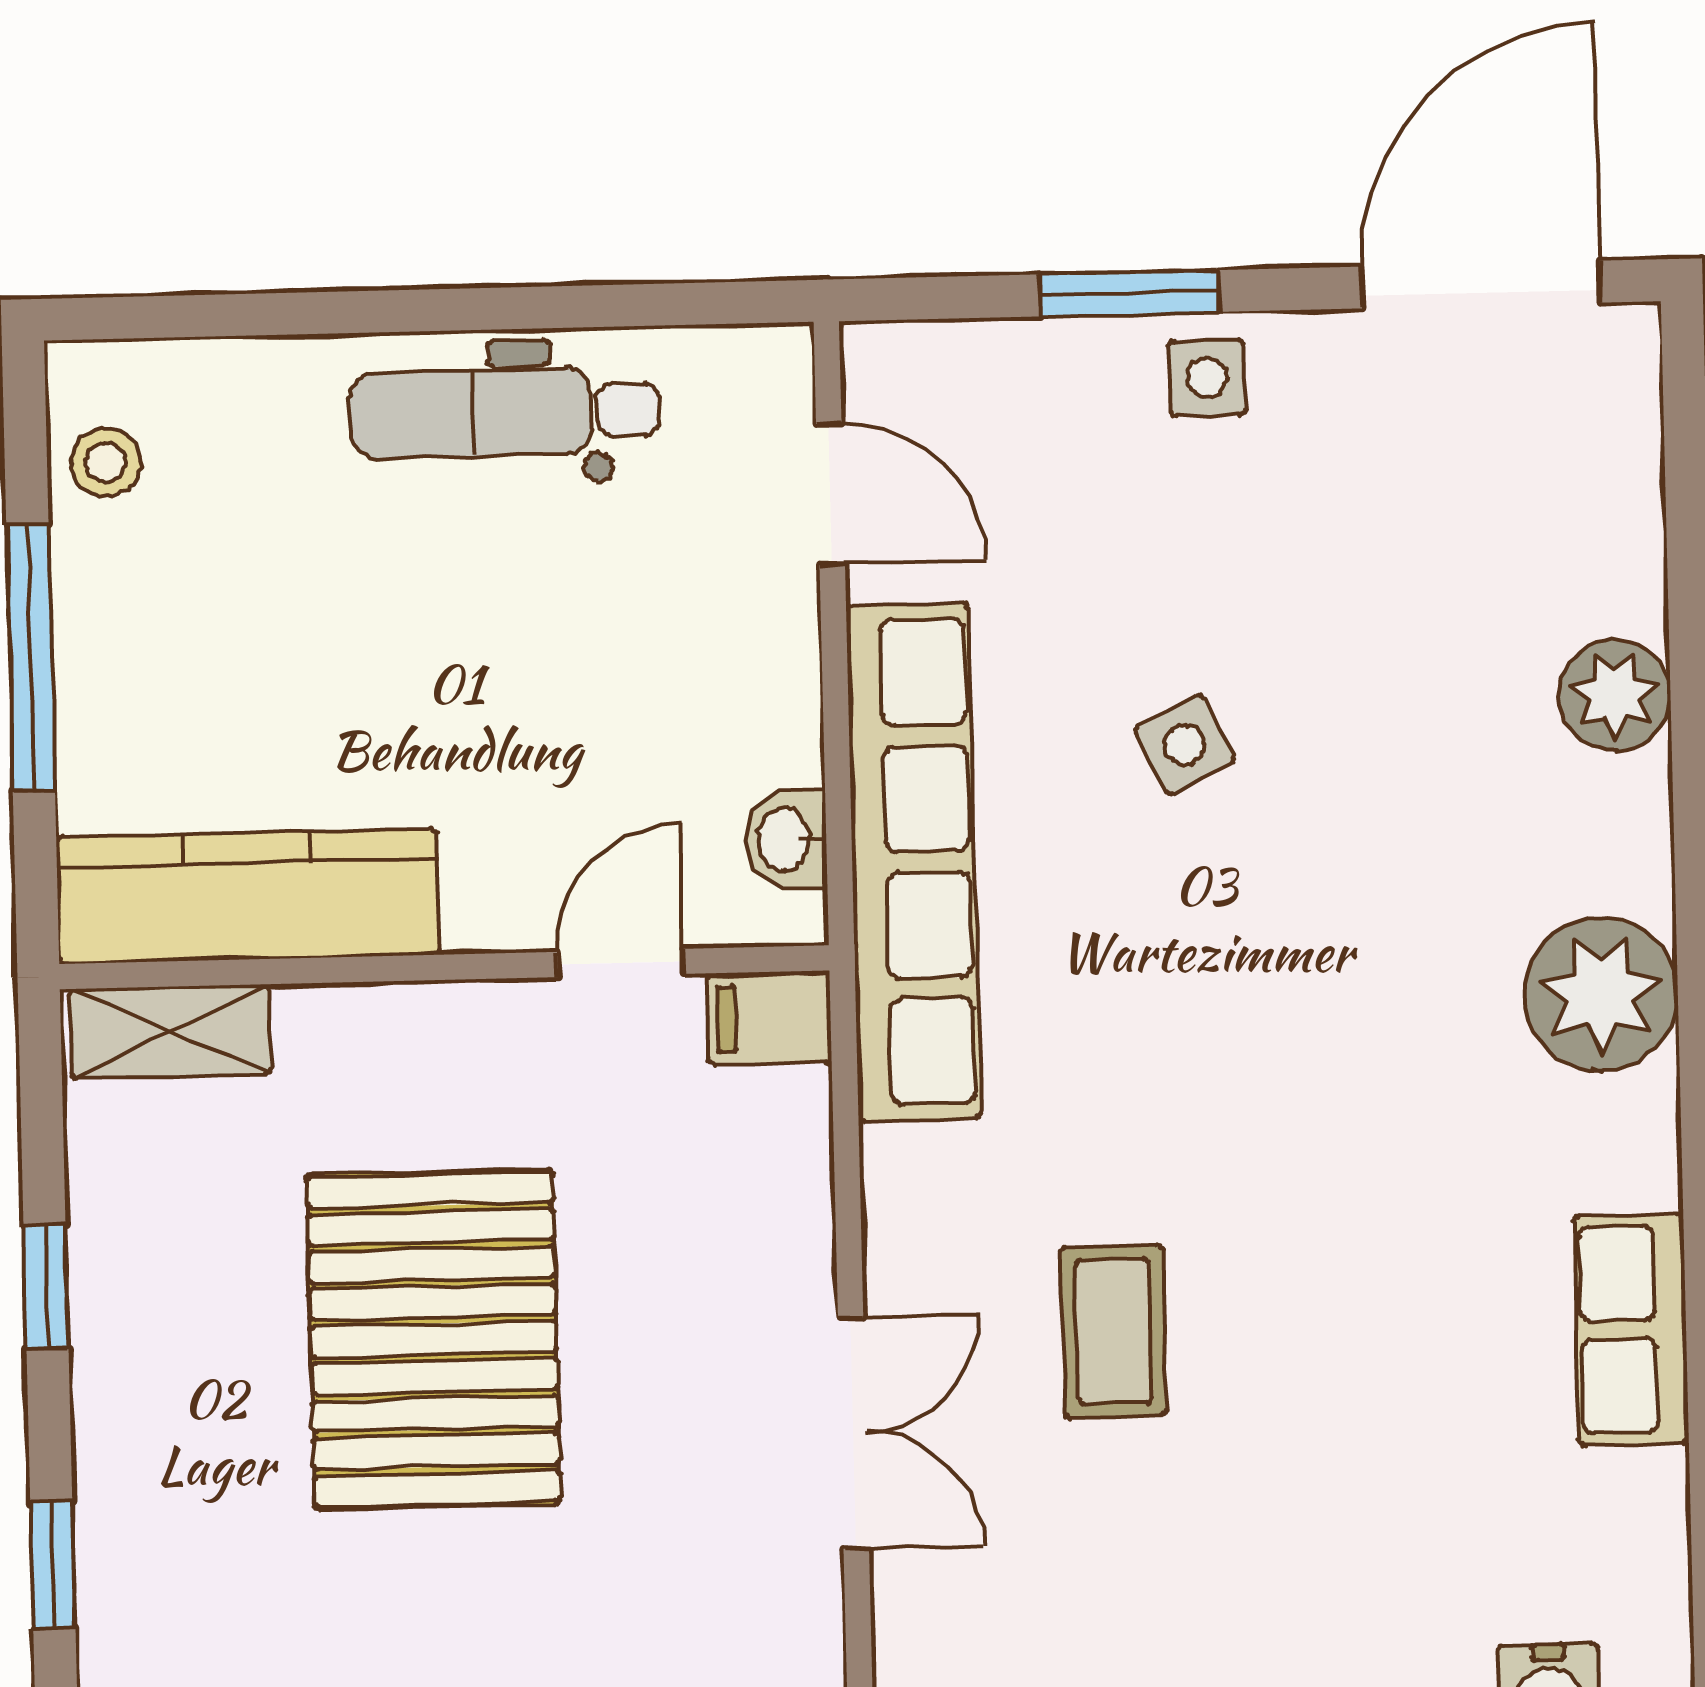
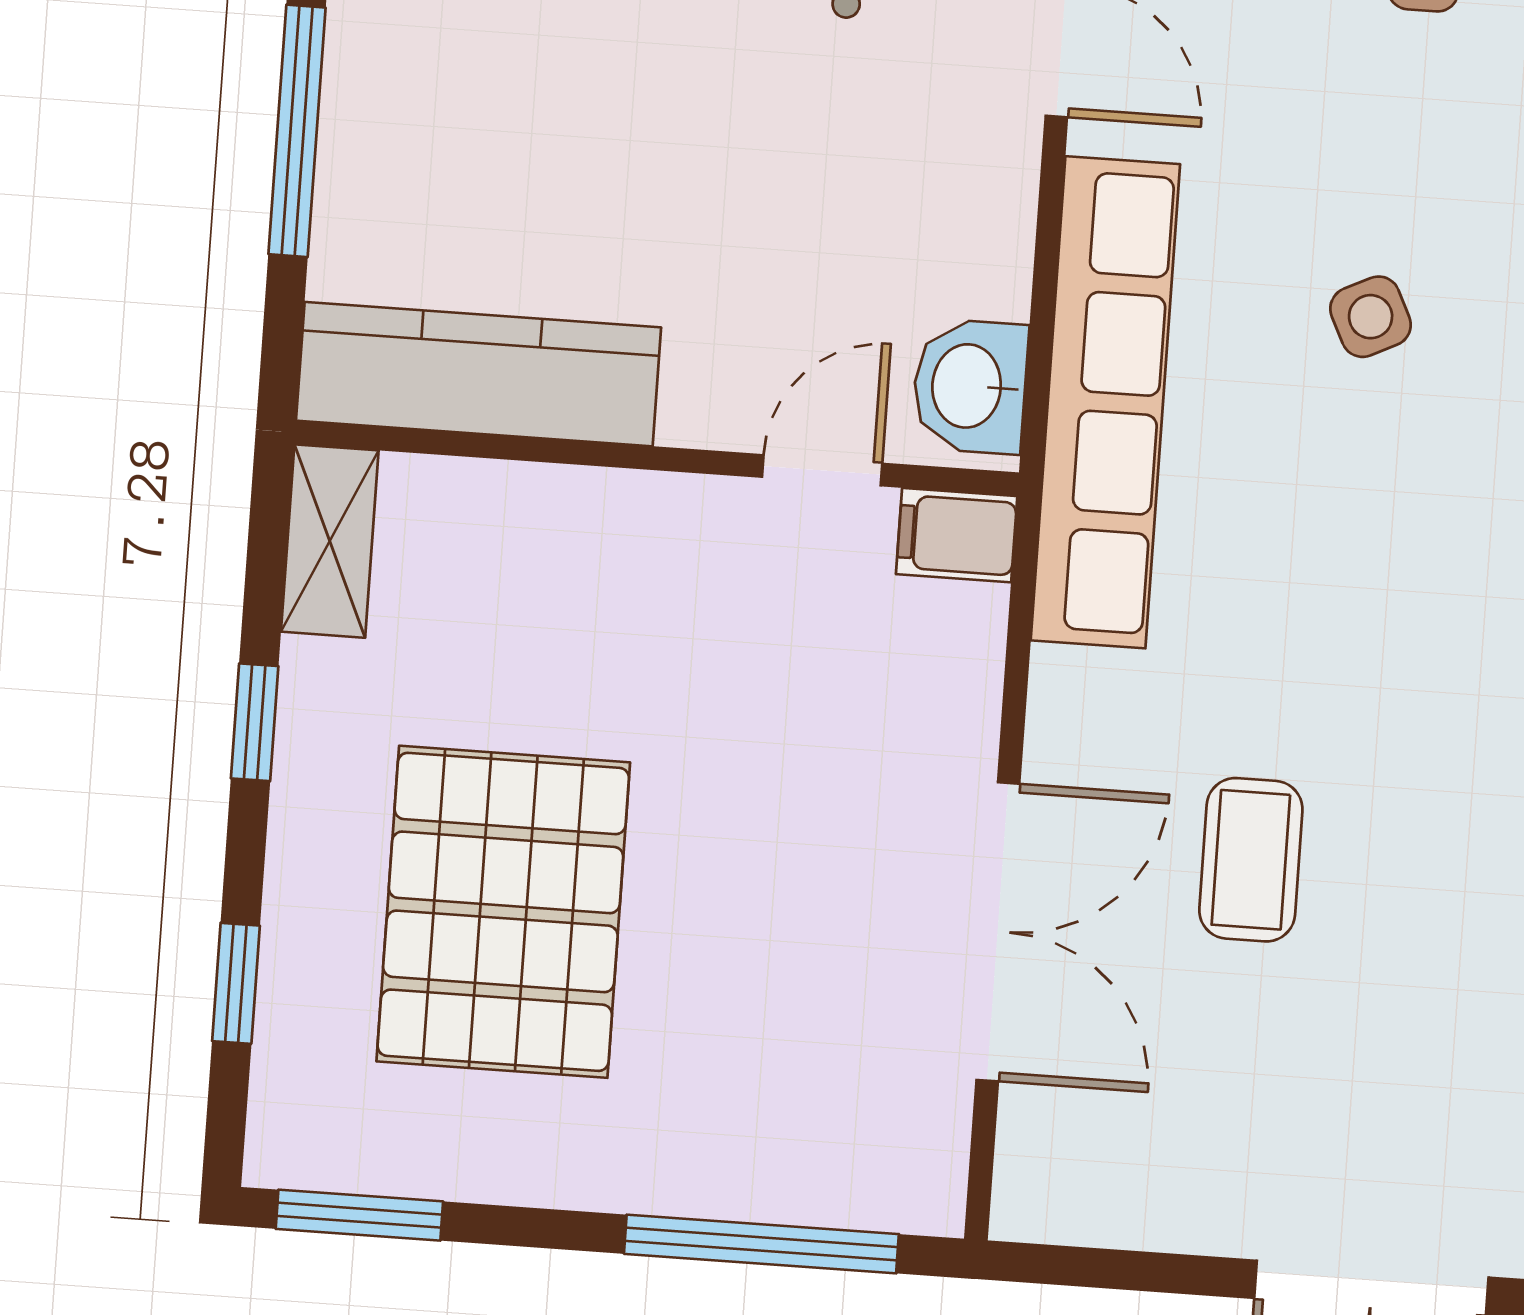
washbasin: (786, 839) -> (970, 386), width x1.38, depth x1.45
shelving: (170, 1031) -> (330, 541), moved, turned 90
pallet: (433, 1339) -> (503, 912), moved
double door: (853, 1433) -> (998, 932), width x1.37

